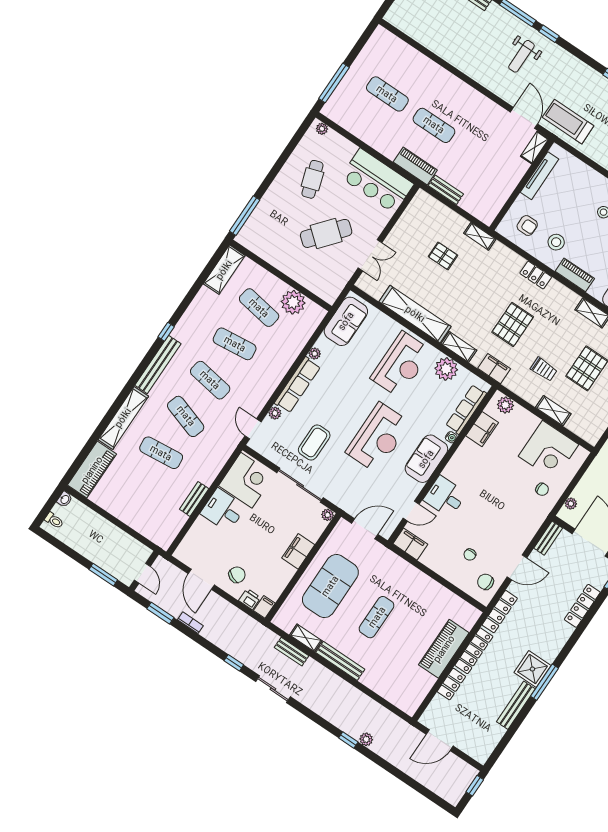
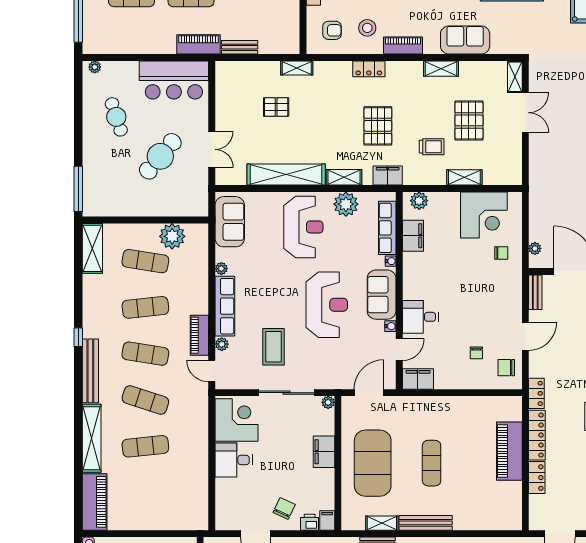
piano: (262, 394) -> (199, 335), added
water cooler: (417, 488) -> (390, 326), added
bench: (194, 499) -> (202, 467), removed
locker: (500, 612) -> (536, 393), width x0.66

